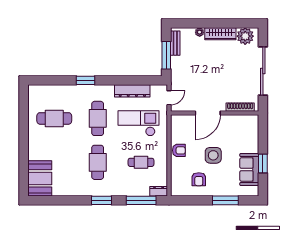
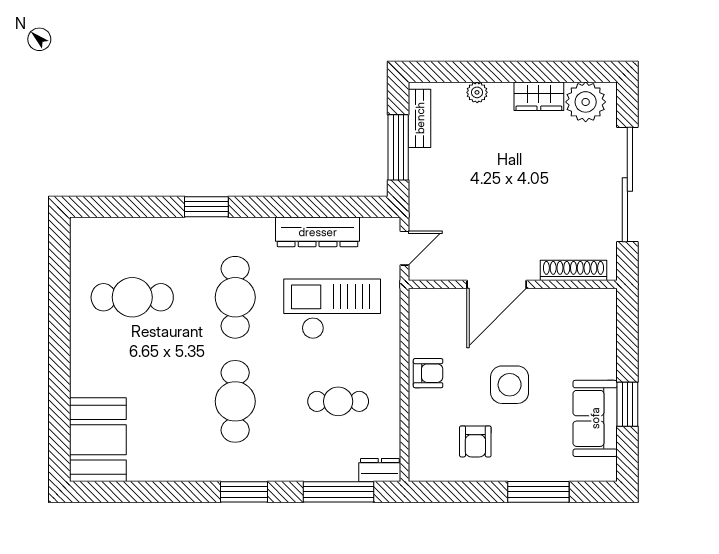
wardrobe: (220, 34) -> (539, 96), width x0.67

